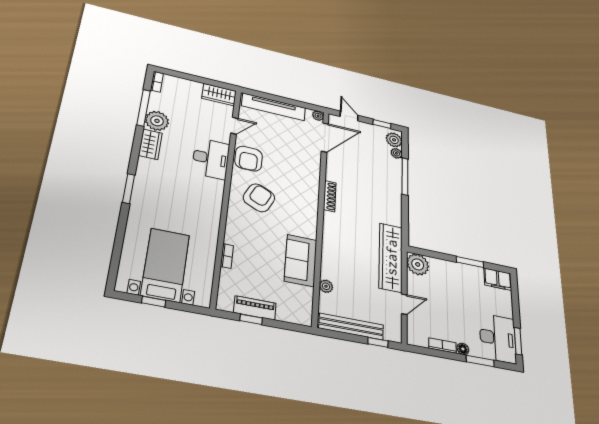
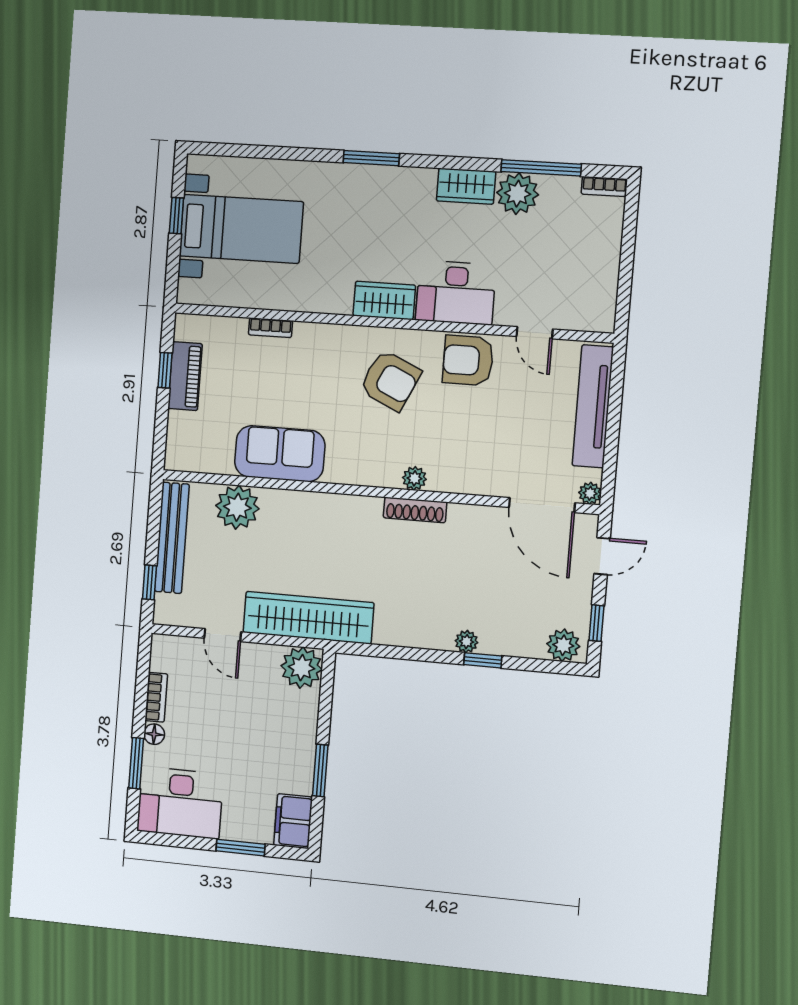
wardrobe: (219, 95) -> (384, 300), moved, turned 90
plant: (396, 153) -> (467, 642), moved
window: (405, 176) -> (483, 660), width x0.46
plant: (313, 194) -> (414, 478), added
plant: (326, 286) -> (237, 507), width x1.87, depth x1.87
window: (518, 341) -> (241, 848), moved

